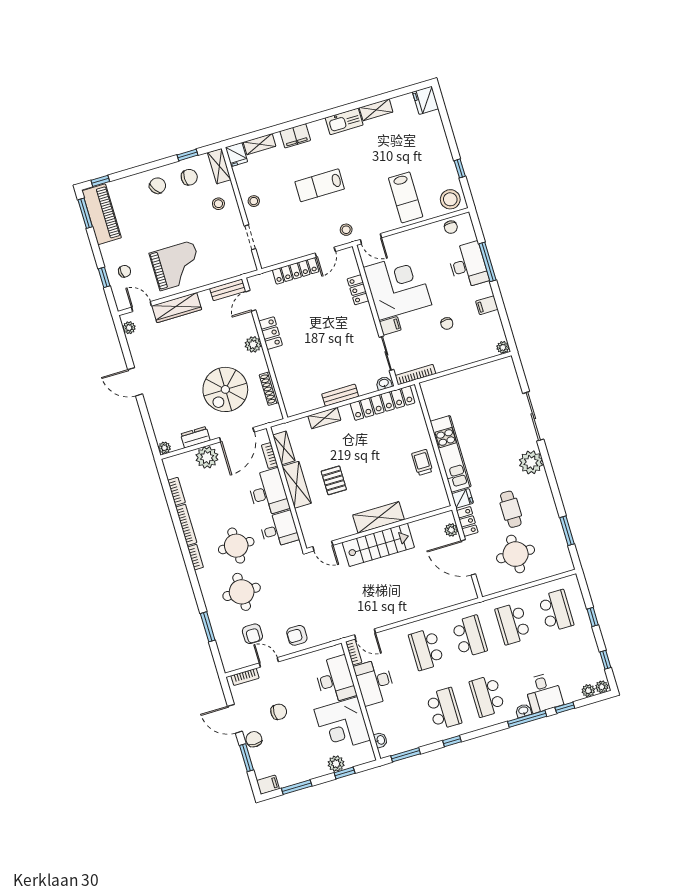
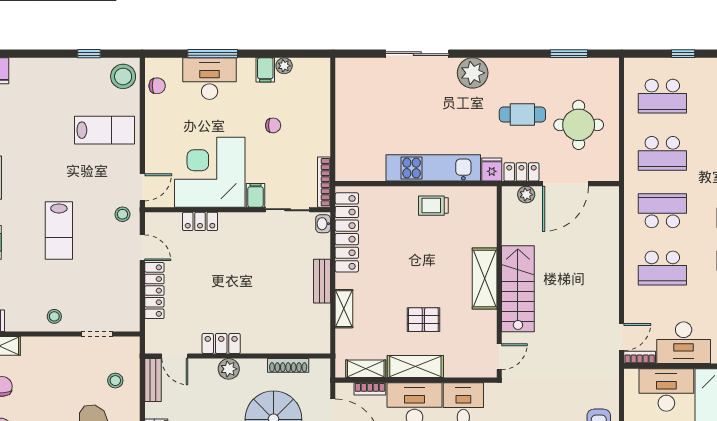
stool: (218, 204) -> (115, 381), moved
plant: (503, 347) -> (284, 66), moved
school desk: (556, 611) -> (662, 96), turned 180

